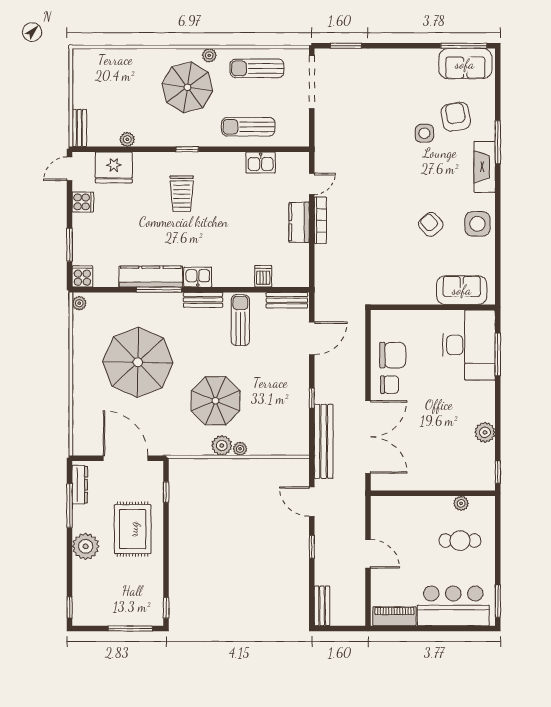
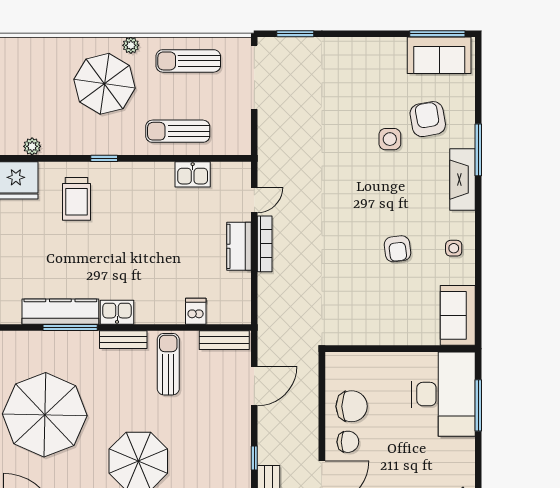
trolley: (182, 194) -> (76, 199), moved
armchair: (431, 224) -> (397, 249), turned -146
side table: (477, 224) -> (454, 248), width x0.54, depth x0.54
sofa: (462, 290) -> (458, 315), moved, turned -90

